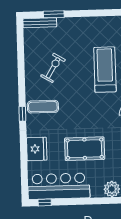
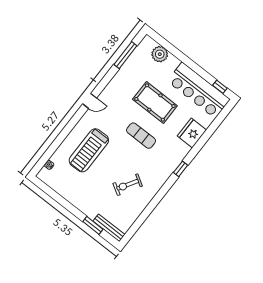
exercise mat: (43, 107) -> (141, 136), moved

